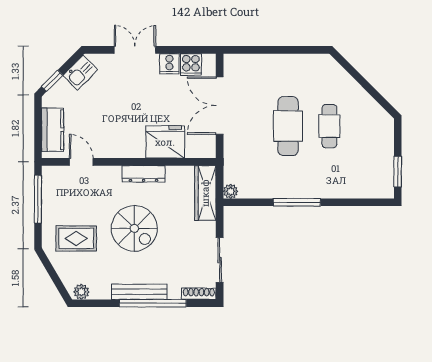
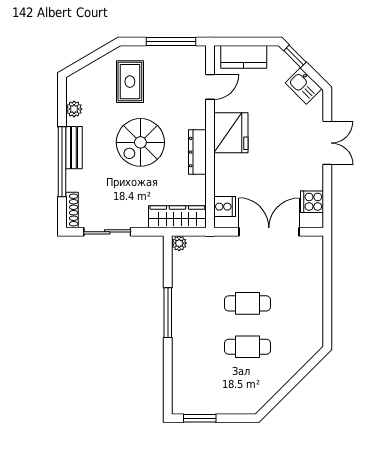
cooker: (169, 64) -> (225, 207), moved, turned 180
cafe table: (288, 126) -> (248, 303), width x0.73, depth x0.74
fridge: (165, 142) -> (231, 133), moved
plant: (81, 292) -> (74, 109), moved
bench: (139, 292) -> (74, 148), width x0.73

